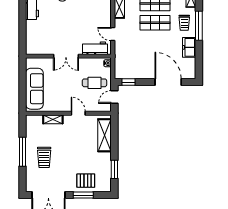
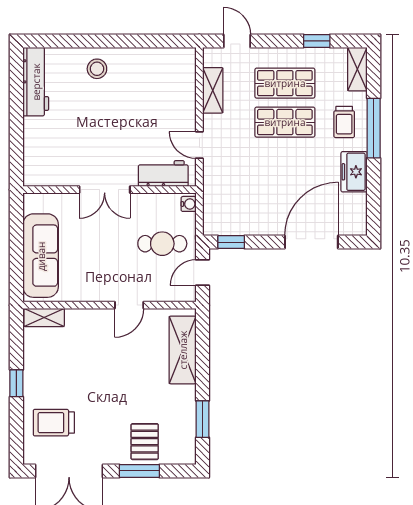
door: (168, 82) -> (311, 242), hinge flipped
door: (78, 113) -> (129, 305), swing flipped
shelving: (53, 119) -> (44, 318), moved
window: (22, 152) -> (16, 383), width x0.46
trolley: (44, 157) -> (54, 423), moved, turned 90
pallet: (86, 181) -> (145, 442), turned 90

